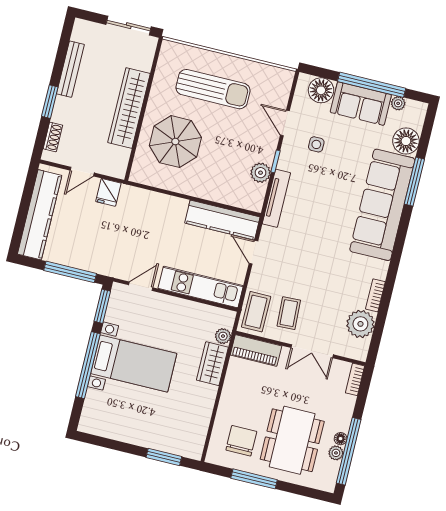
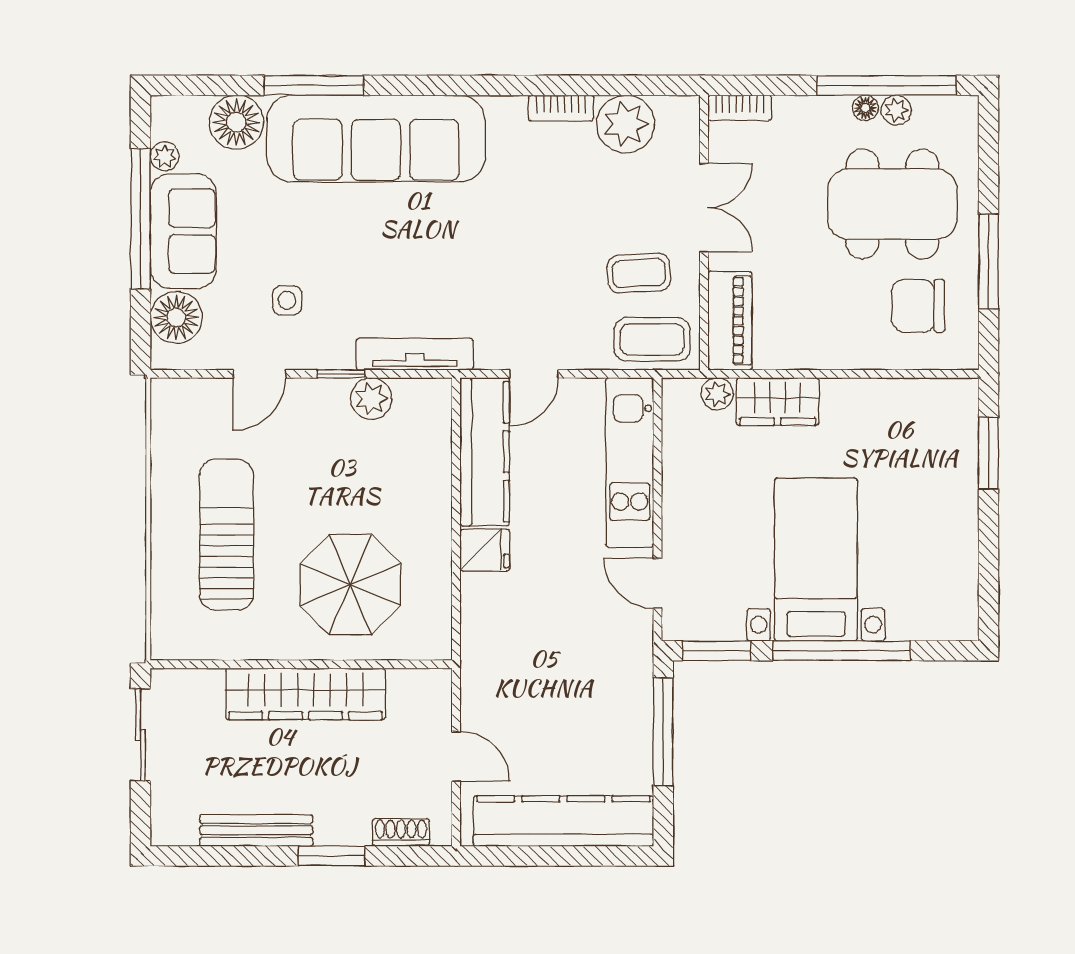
fridge: (108, 192) -> (485, 550), moved

